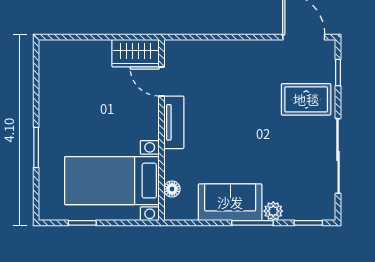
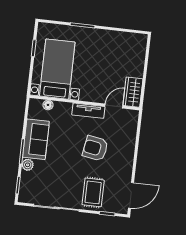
armchair: (234, 104) -> (95, 148), added

